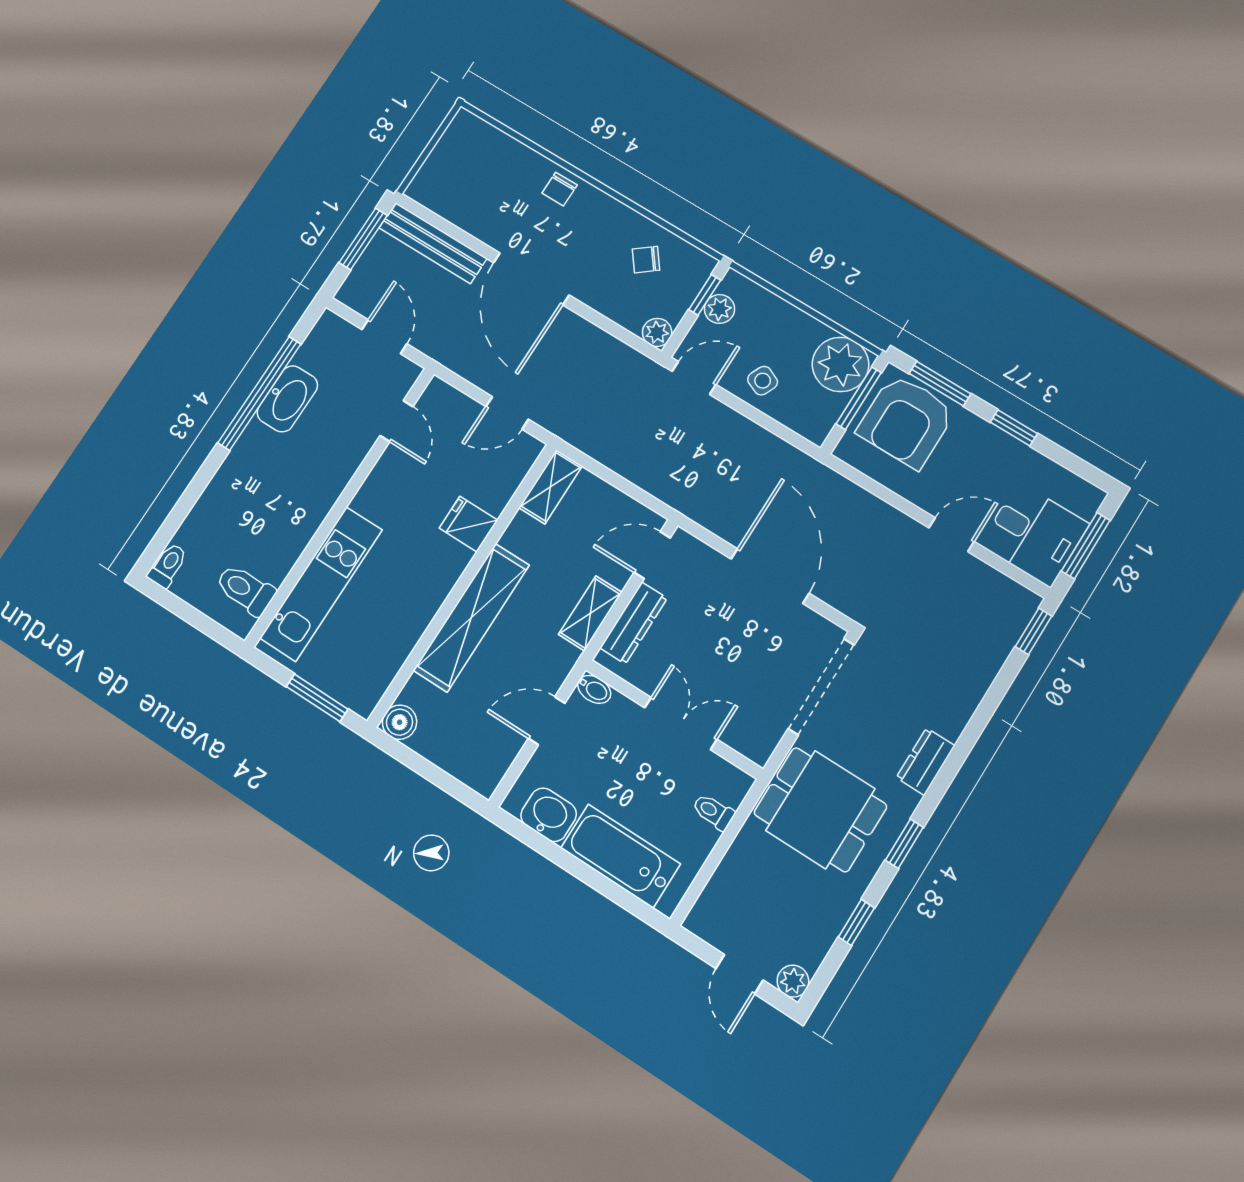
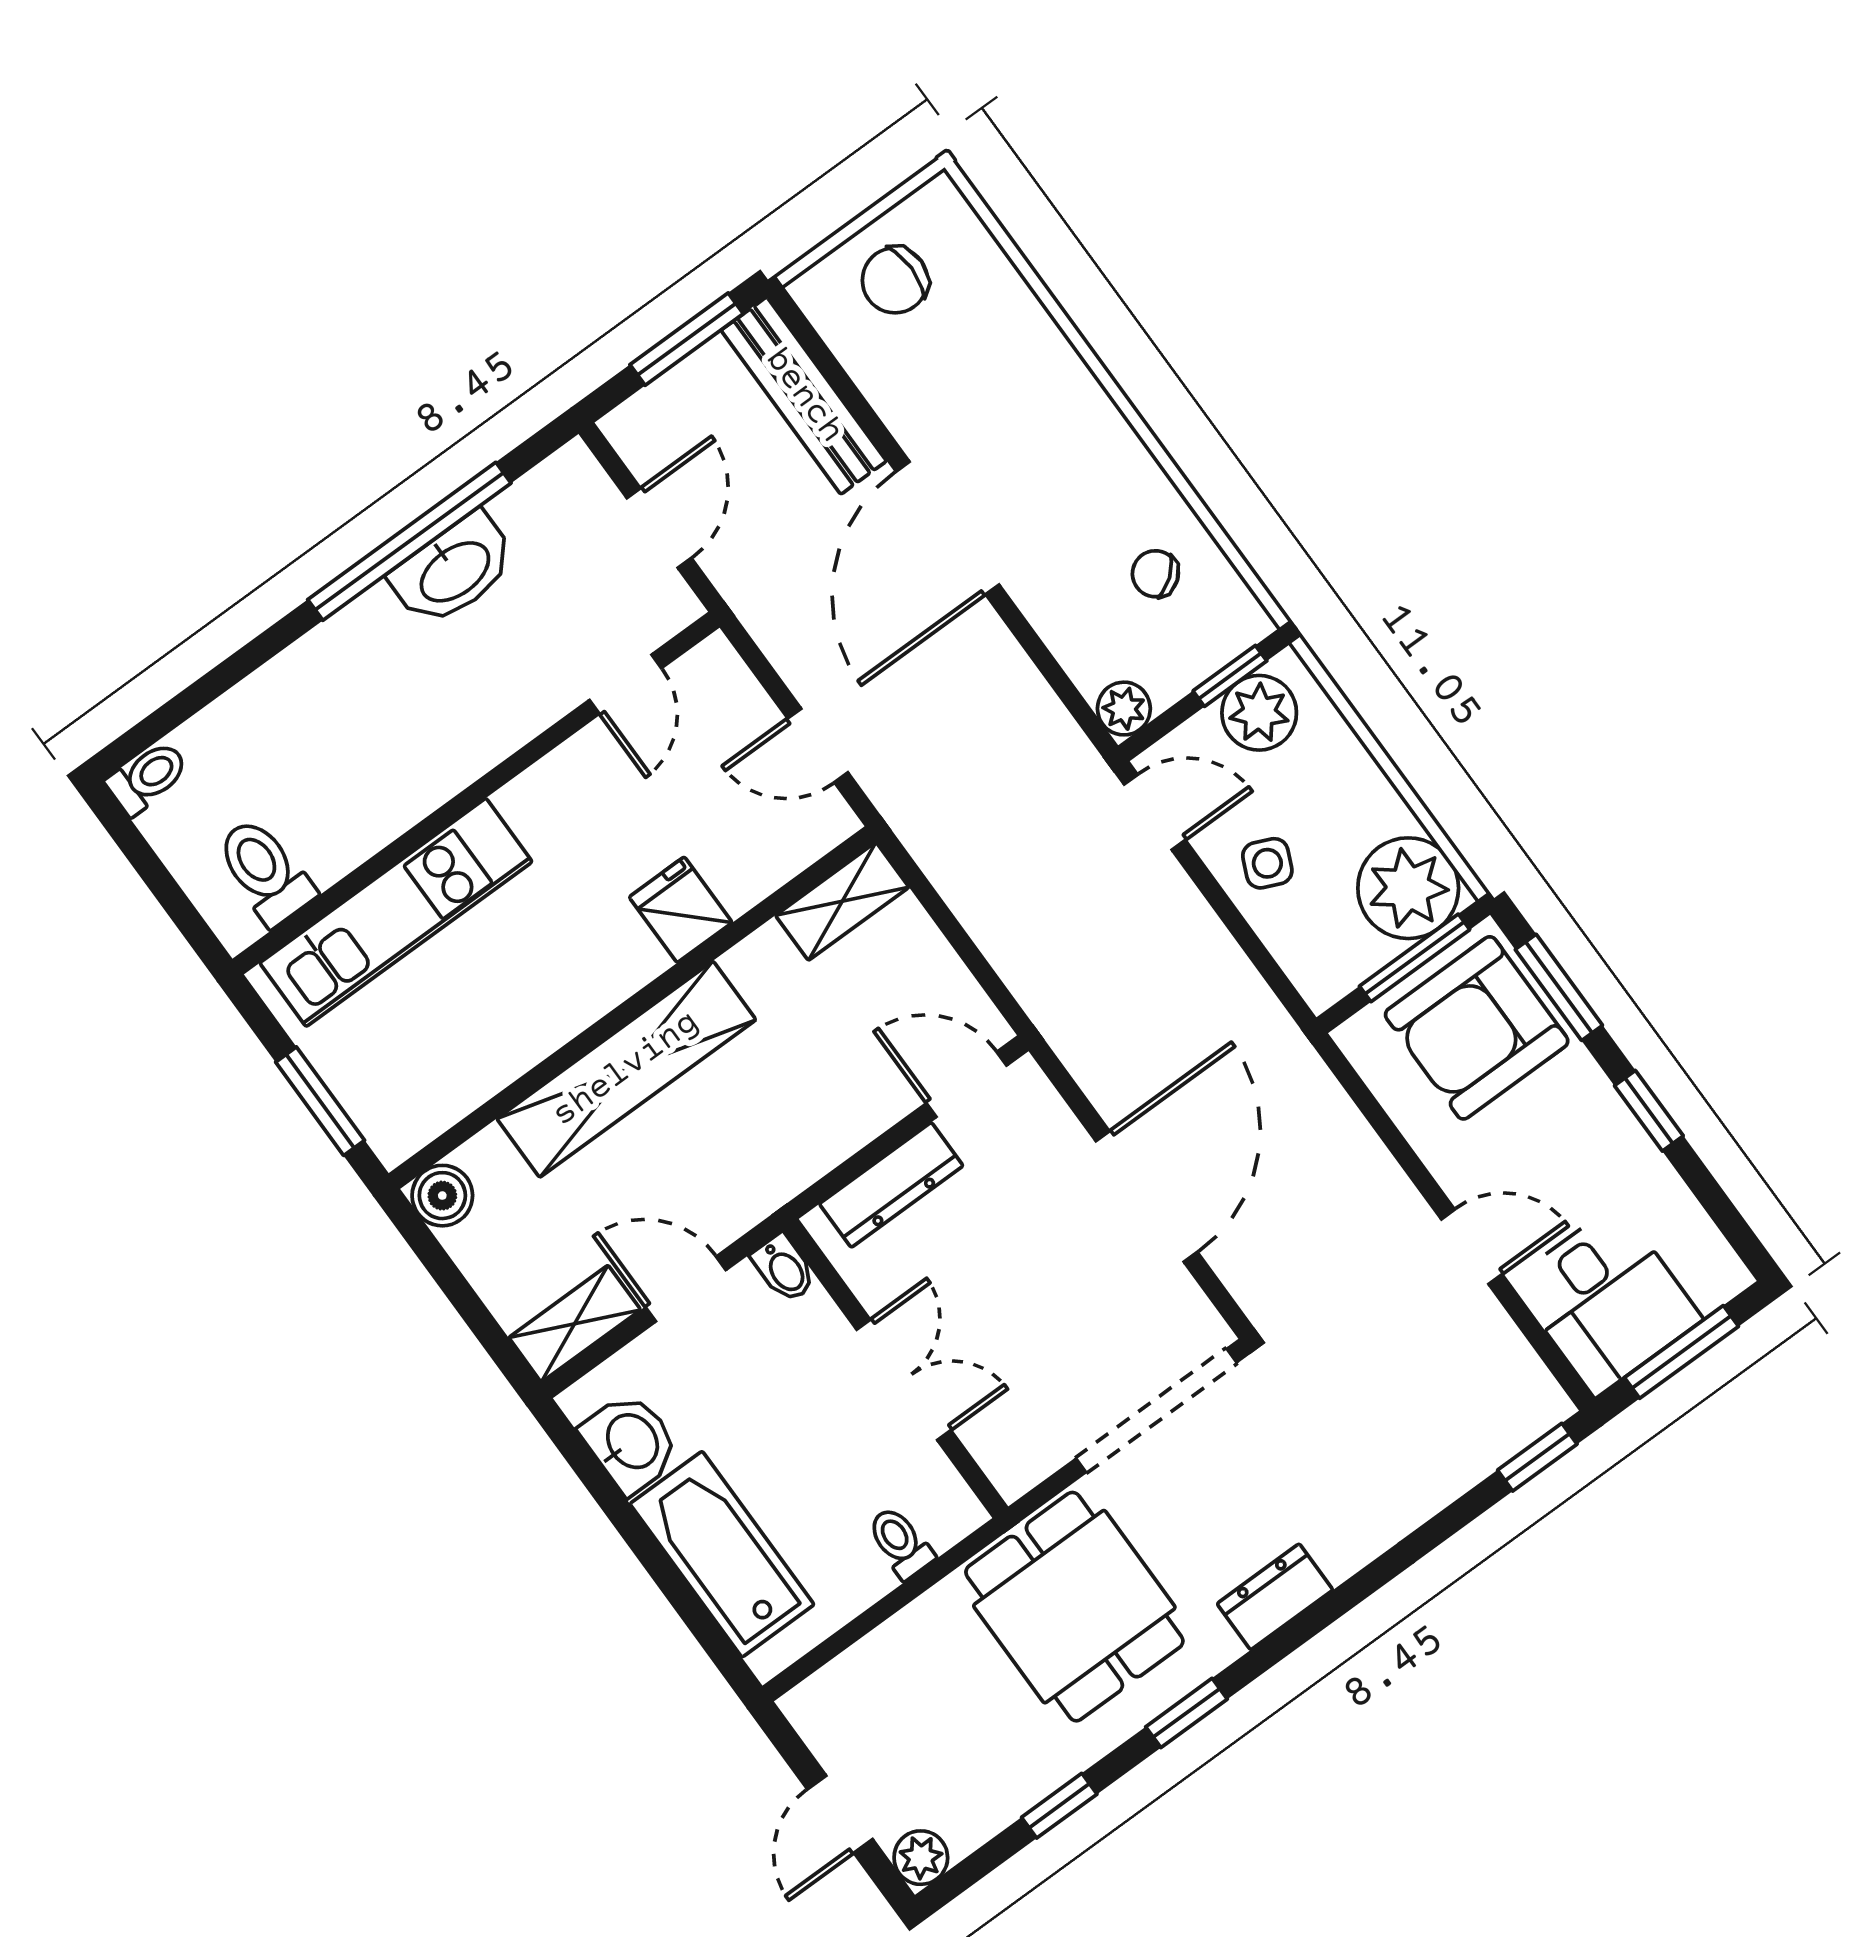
chair: (560, 189) -> (895, 280), moved, width x1.37, depth x1.37
plant: (719, 309) -> (1259, 713), width x1.38, depth x1.38
shelving: (590, 613) -> (575, 1324), moved

